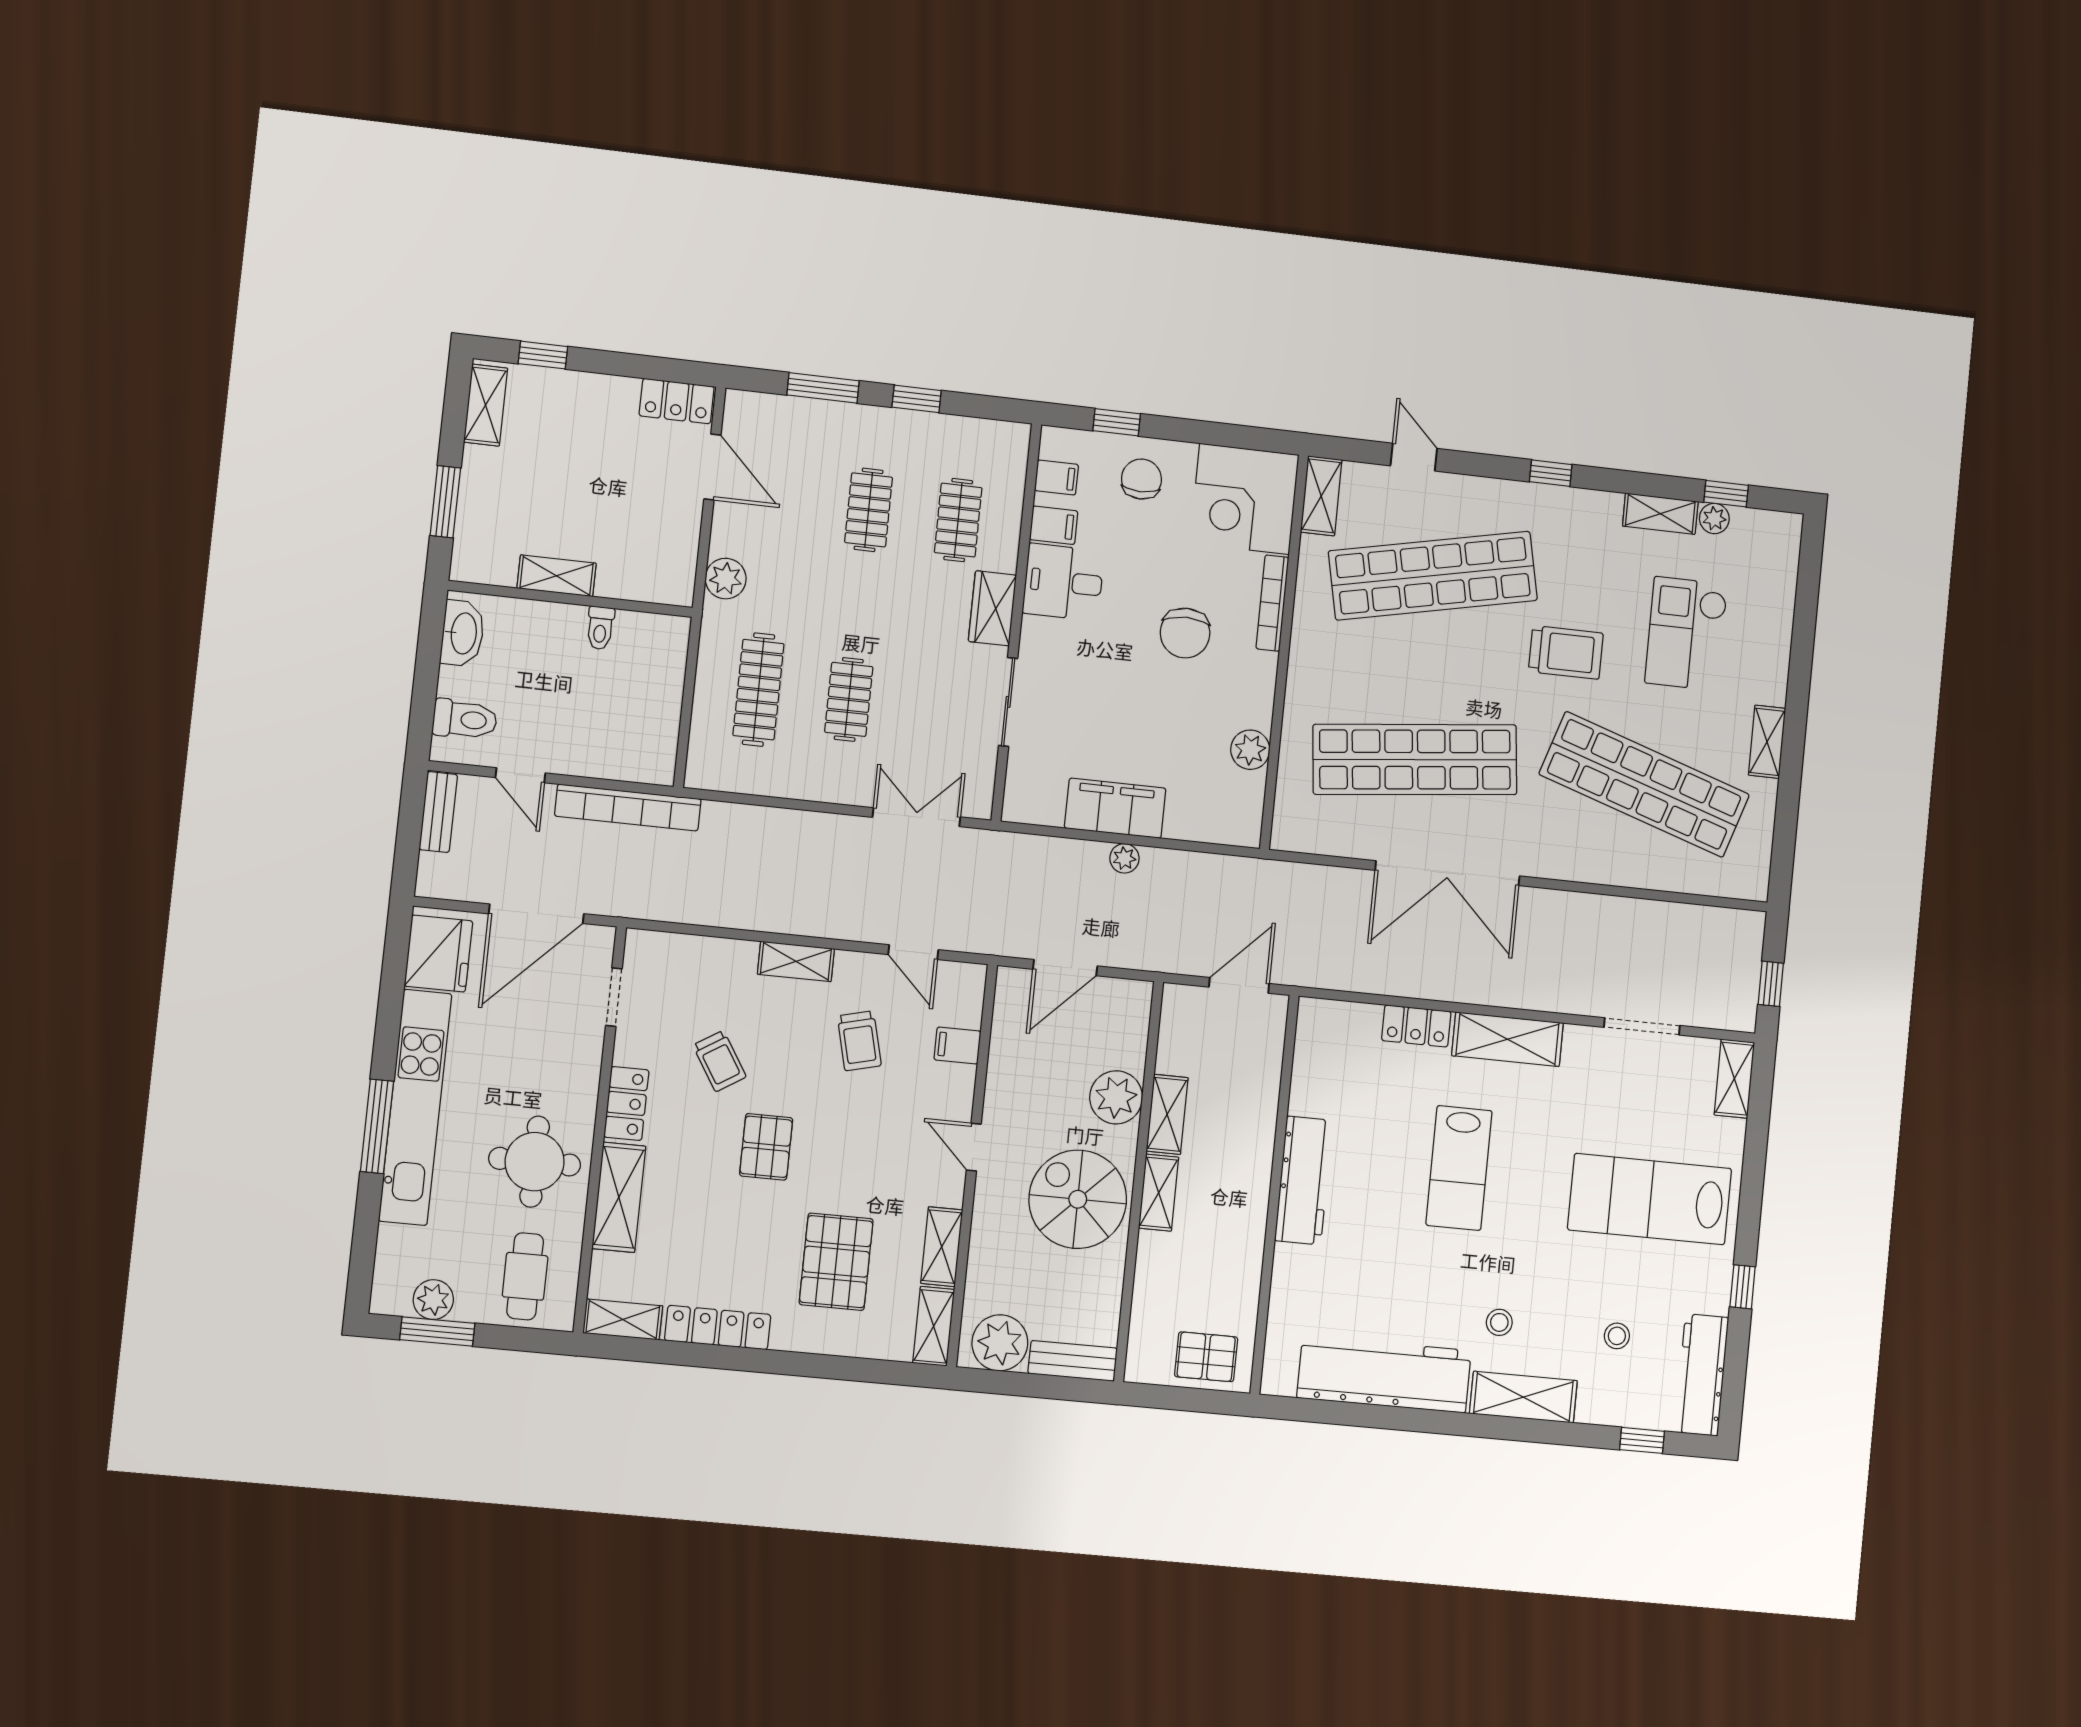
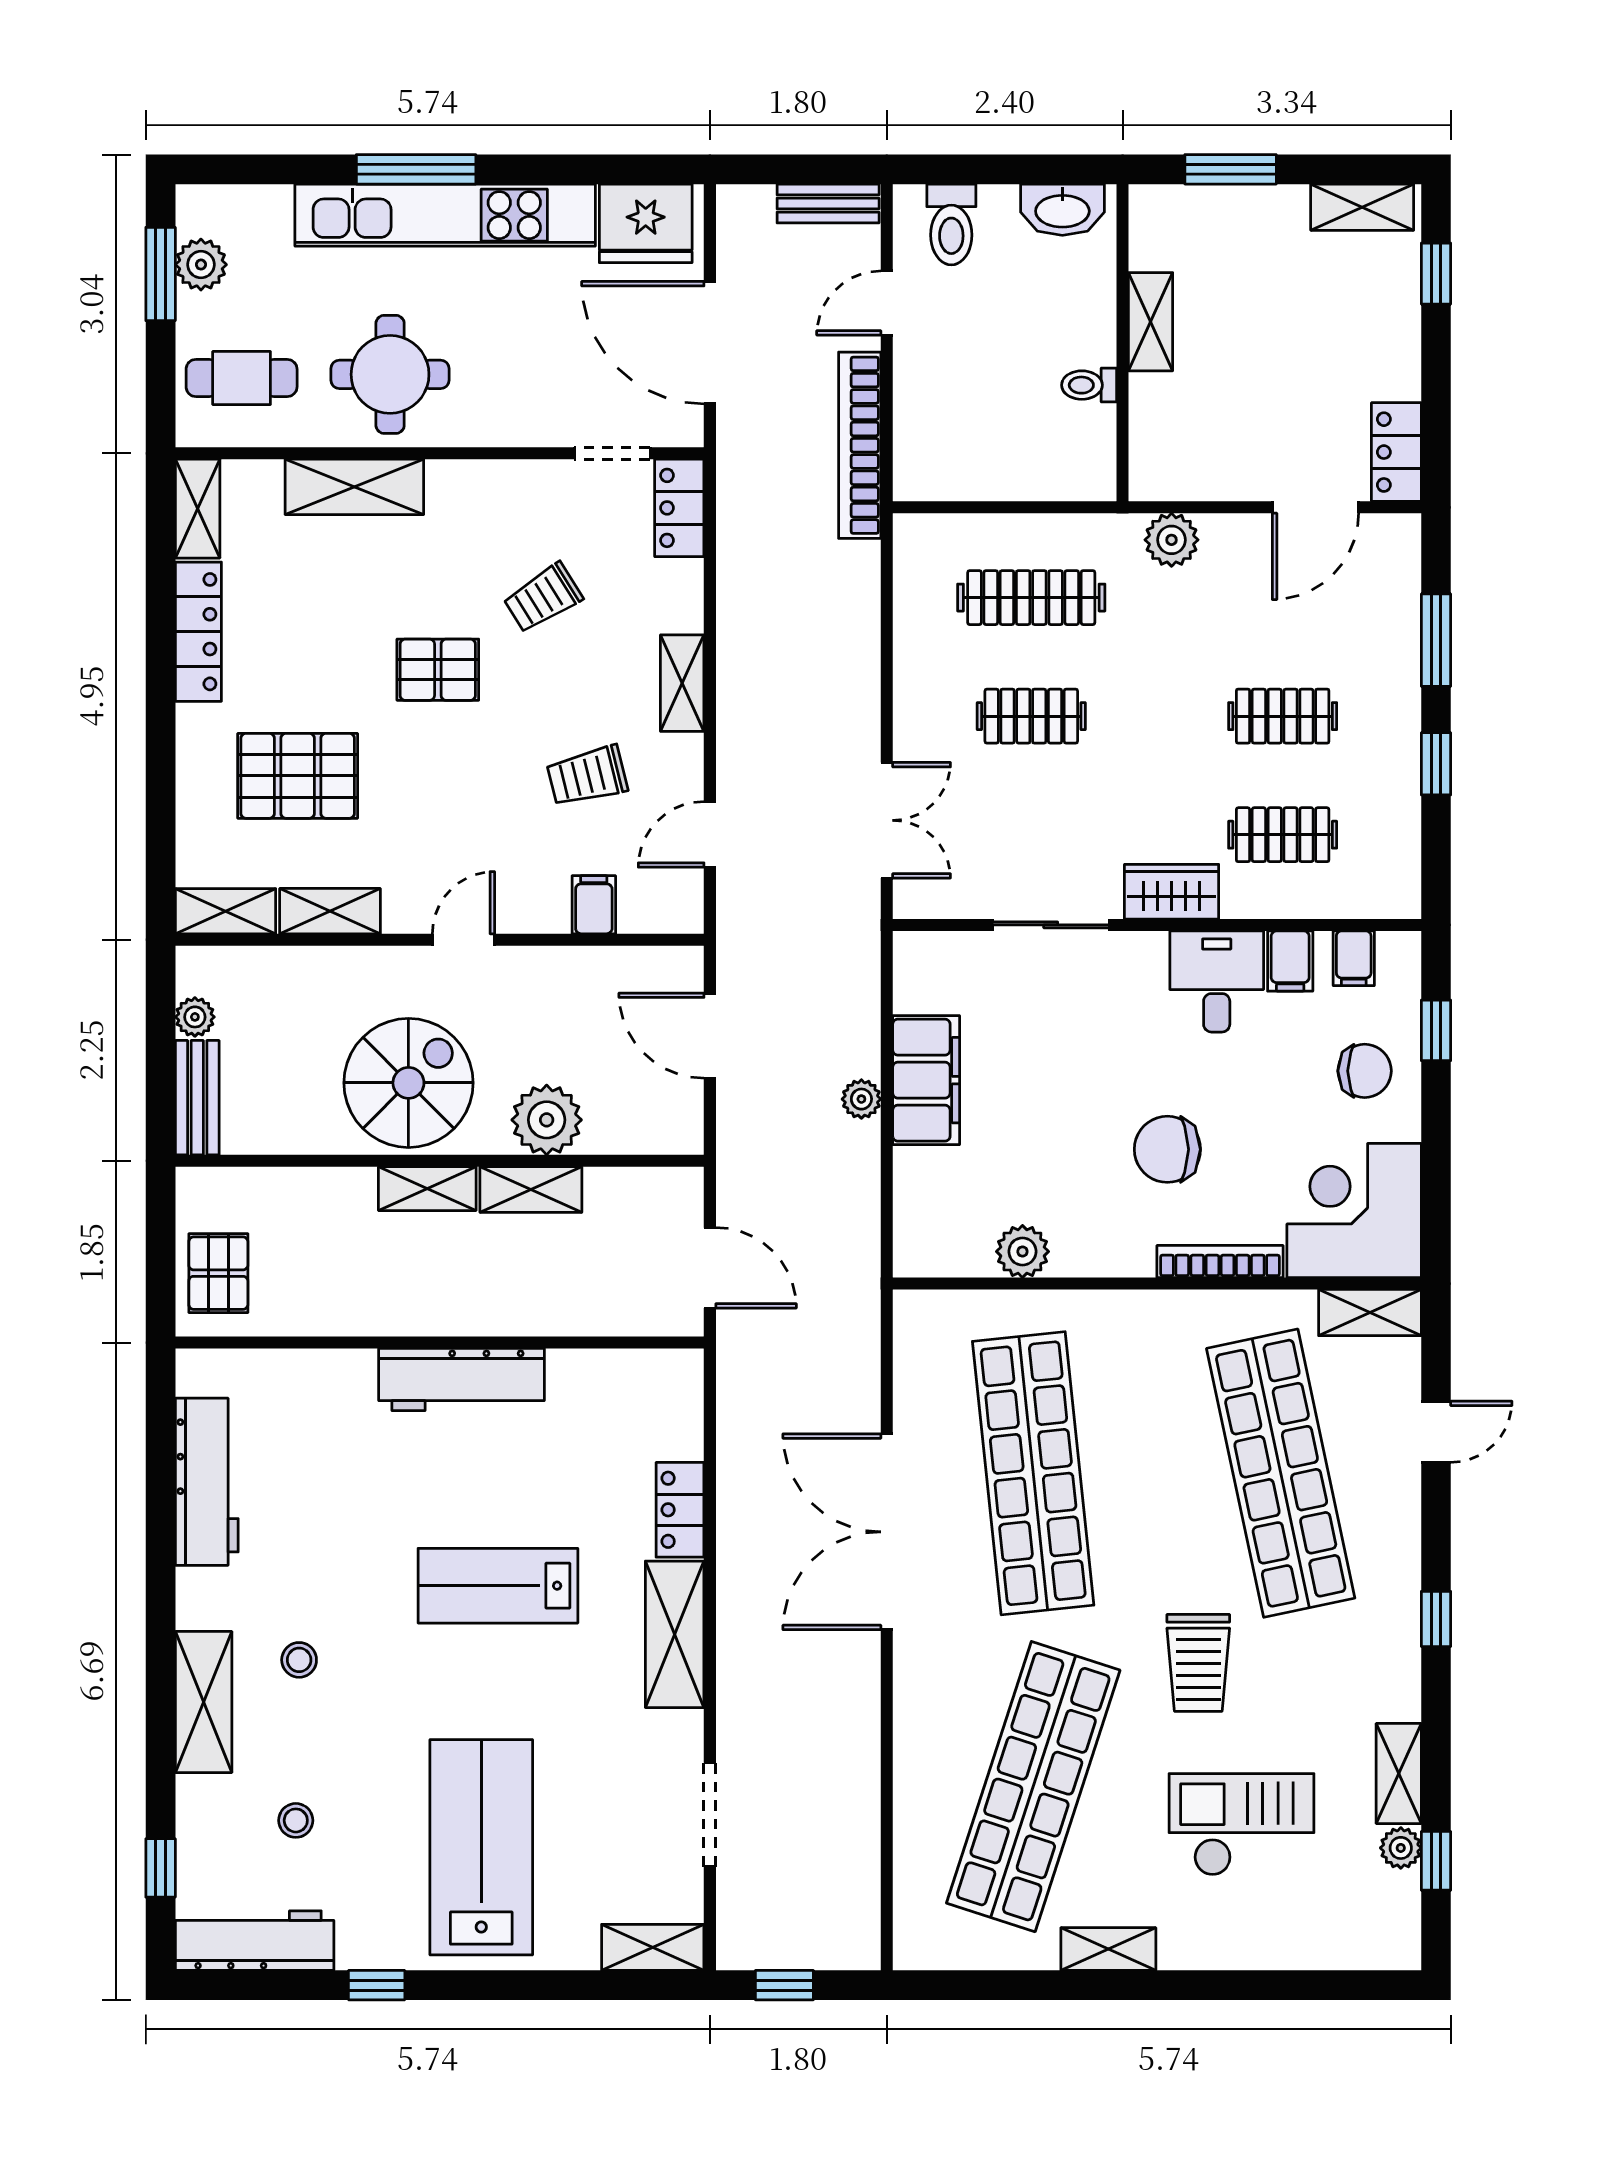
locker: (626, 1103) -> (679, 508), moved, turned 90
plant: (1000, 1343) -> (195, 1017), width x0.53, depth x0.53
workbench: (1384, 1374) -> (207, 1482), width x0.73, depth x0.76

